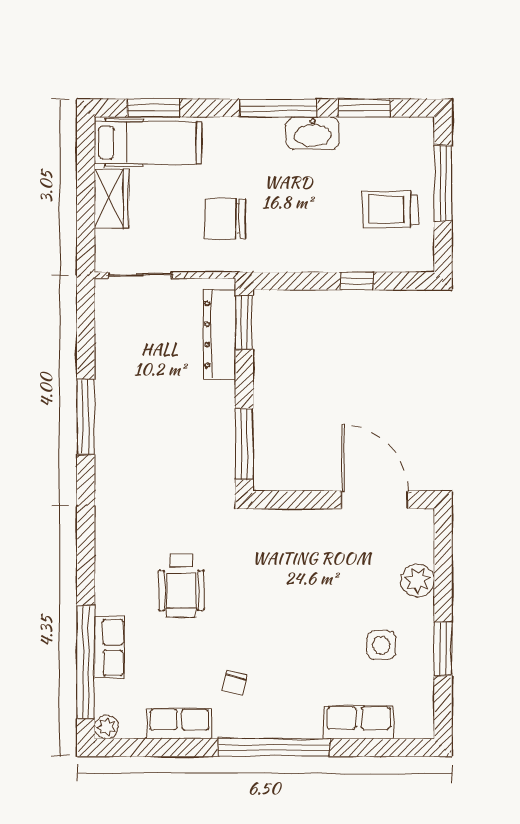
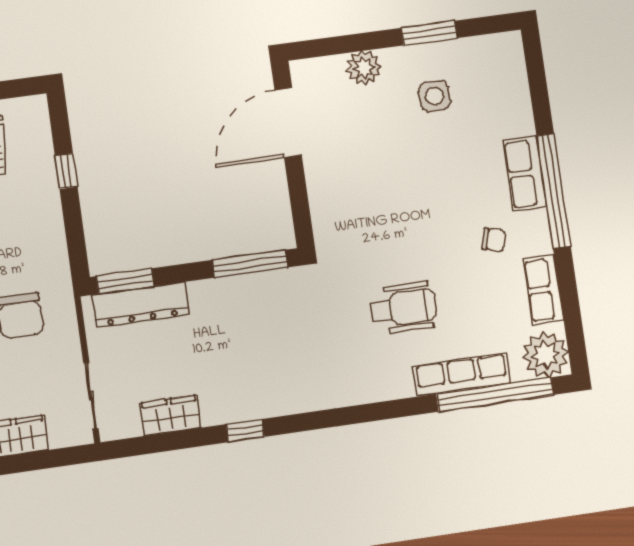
wardrobe: (110, 348) -> (170, 415), added
window: (86, 417) -> (245, 431), width x0.46
row of seats: (109, 647) -> (462, 375), width x1.48
row of seats: (359, 722) -> (525, 173), moved
plant: (106, 727) -> (546, 355), width x1.88, depth x1.88

